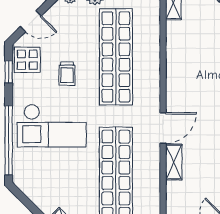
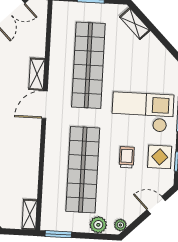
display table: (27, 60) -> (160, 157), moved

